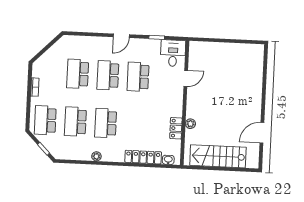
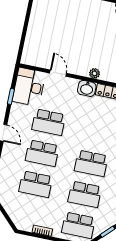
desk: (173, 53) -> (29, 87), width x1.37
washbasin: (176, 108) -> (87, 88), added
plant: (190, 124) -> (95, 73), moved

